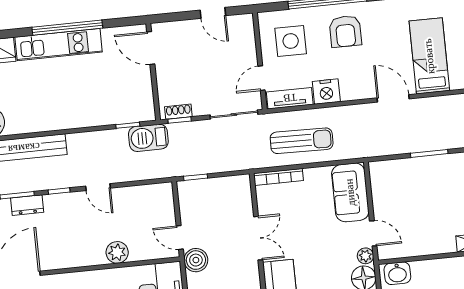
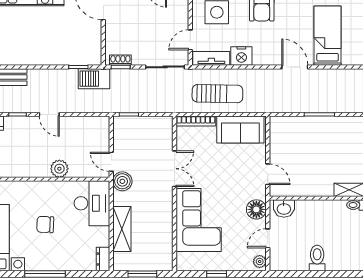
sofa: (350, 192) -> (240, 129), moved, turned -90
plant: (365, 256) -> (260, 192), removed

